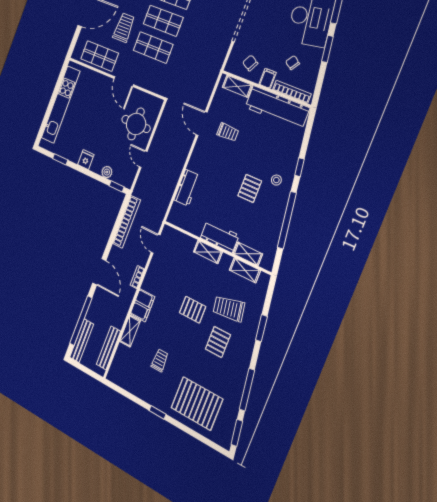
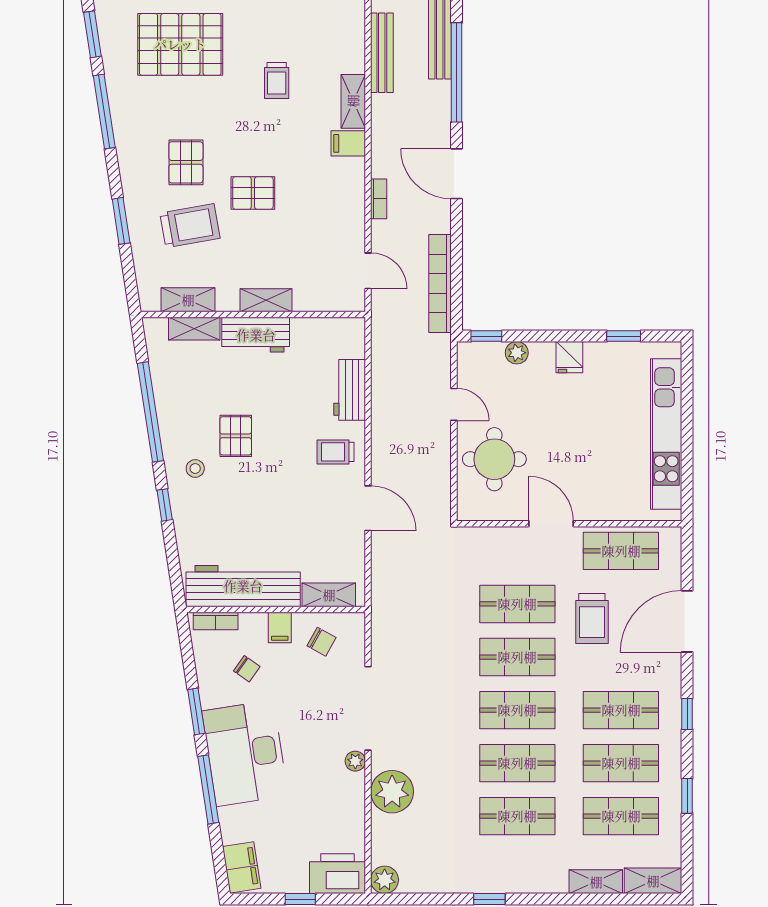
bookcase: (292, 92) -> (216, 621), width x0.64
trolley: (228, 132) -> (336, 452), moved
filing cabinet: (142, 305) -> (348, 143), width x0.50

